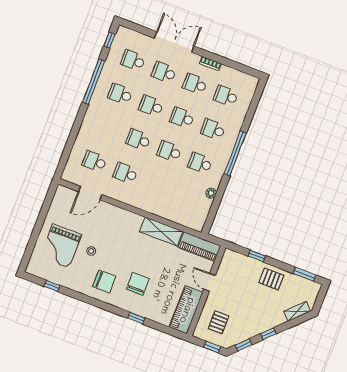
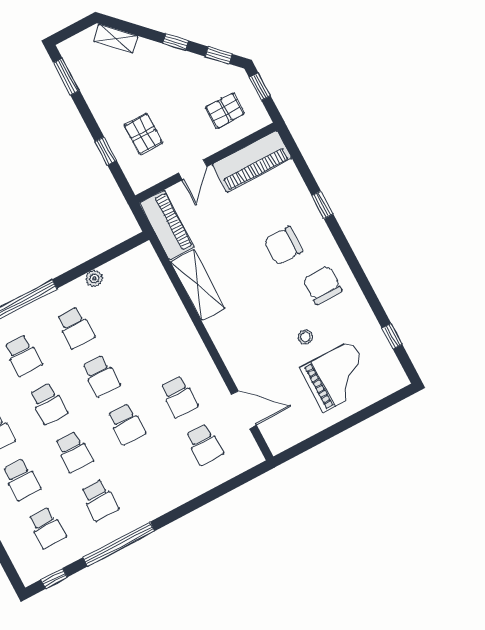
pallet: (271, 279) -> (143, 134), moved

